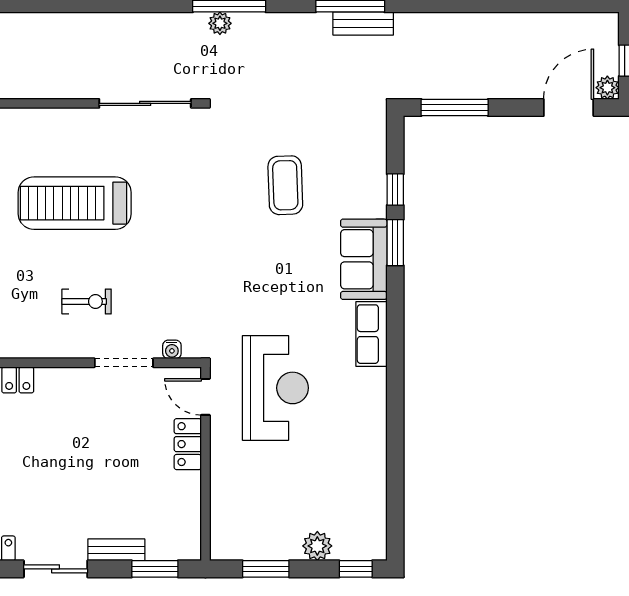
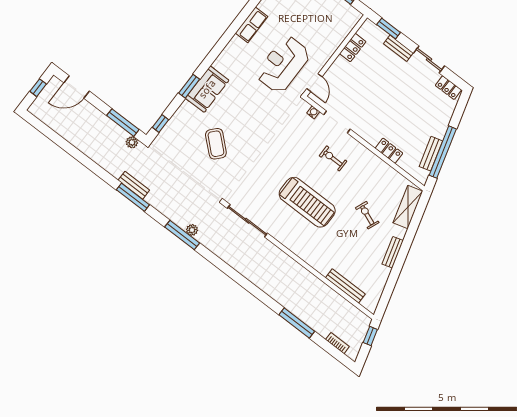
plant: (607, 88) -> (132, 142), moved
coffee table: (285, 185) -> (216, 144), turned -46
window: (395, 190) -> (160, 124), moved
row of seats: (371, 334) -> (252, 25), moved
locker: (188, 444) -> (353, 48), moved

